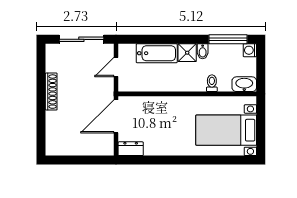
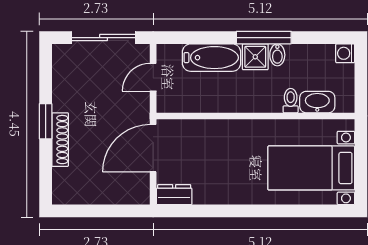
window: (228, 39) -> (264, 38), moved
washbasin: (244, 84) -> (317, 102), moved
shoe rack: (51, 92) -> (60, 140), moved
window: (41, 98) -> (46, 121), added

